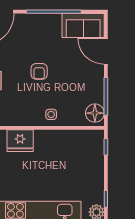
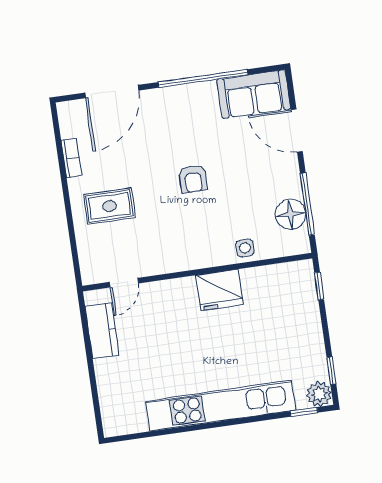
floor lamp: (95, 113) -> (291, 214), moved
side table: (51, 114) -> (245, 248), moved
fridge: (20, 141) -> (219, 290), moved

